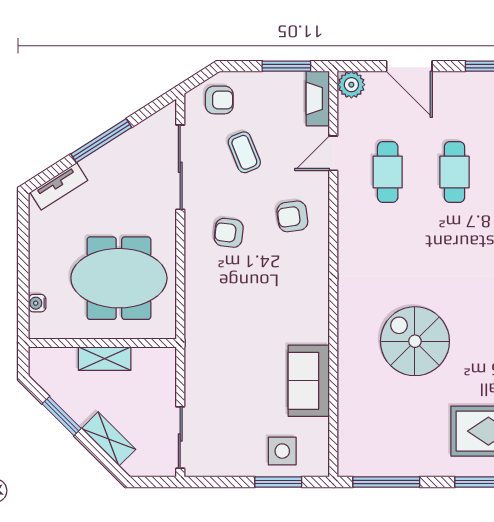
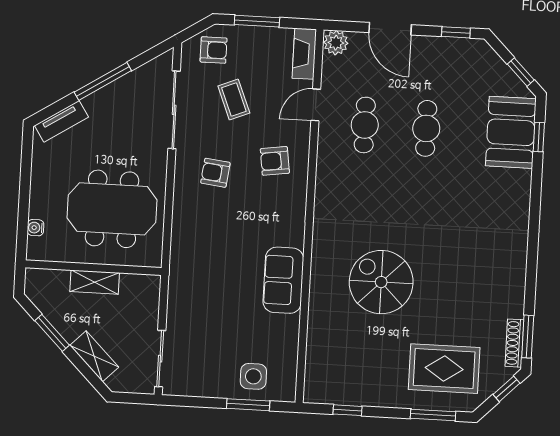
window: (286, 66) -> (257, 21), moved
sofa: (309, 381) -> (283, 280), moved
window: (386, 482) -> (348, 410), width x0.46

